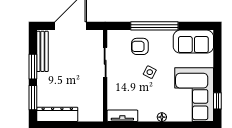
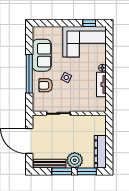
sofa: (193, 42) -> (42, 55), moved
armchair: (140, 46) -> (46, 85), turned 90
plant: (47, 83) -> (75, 160), added
tv unit: (122, 116) -> (101, 85), moved

